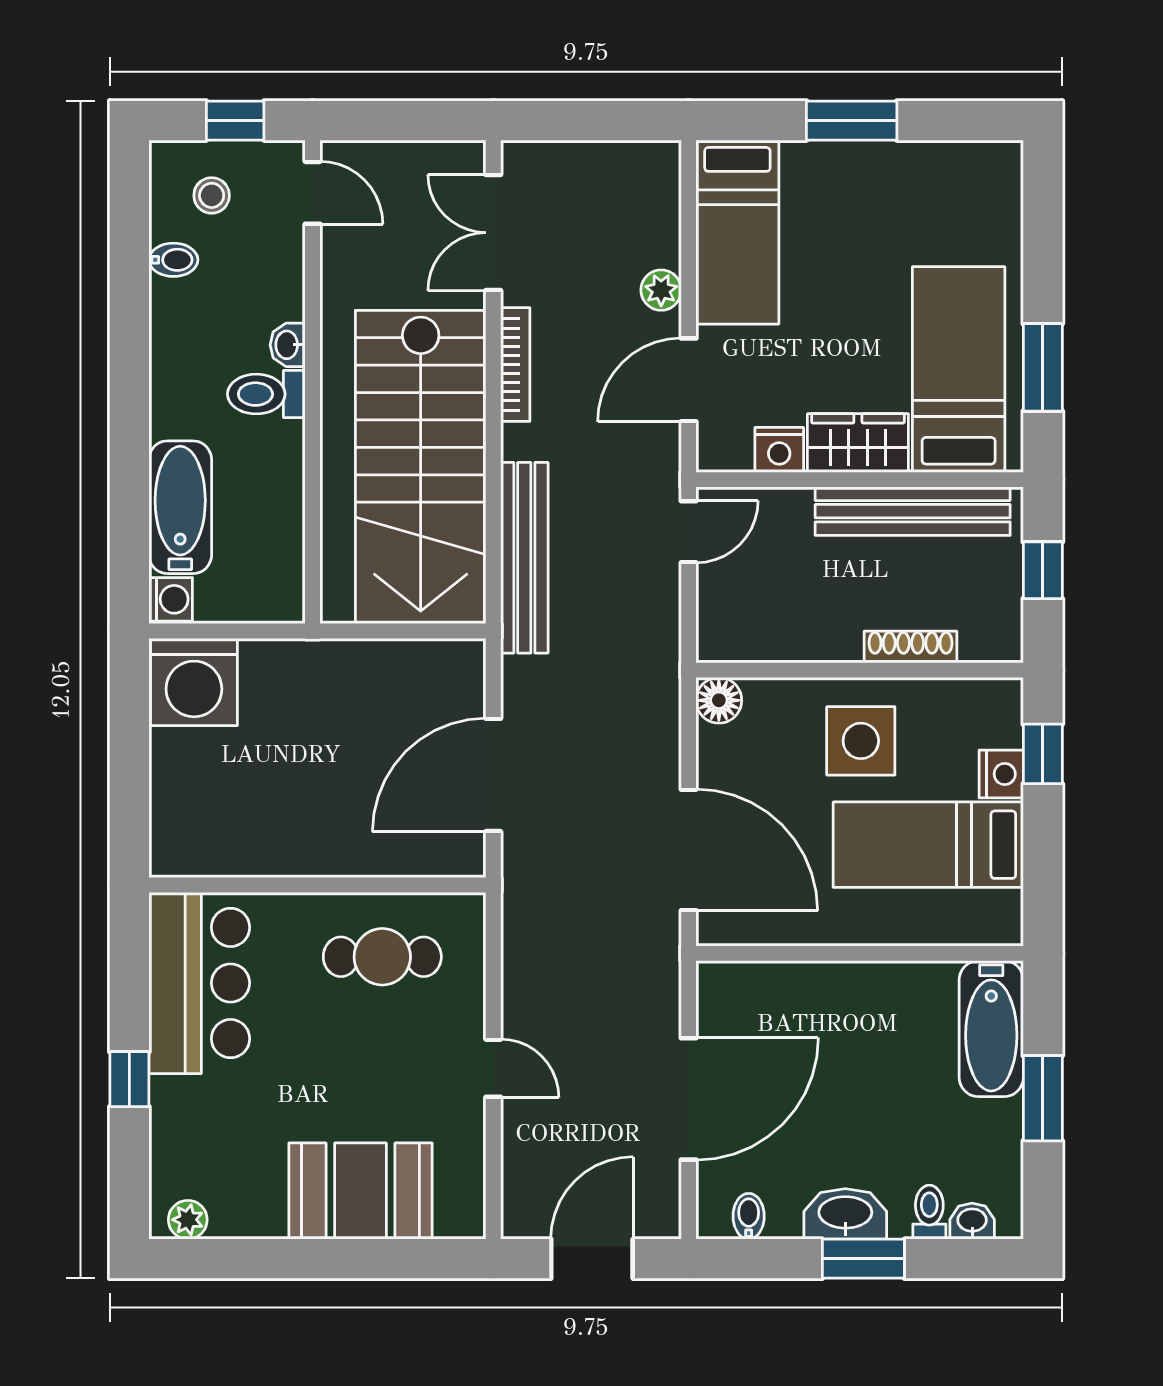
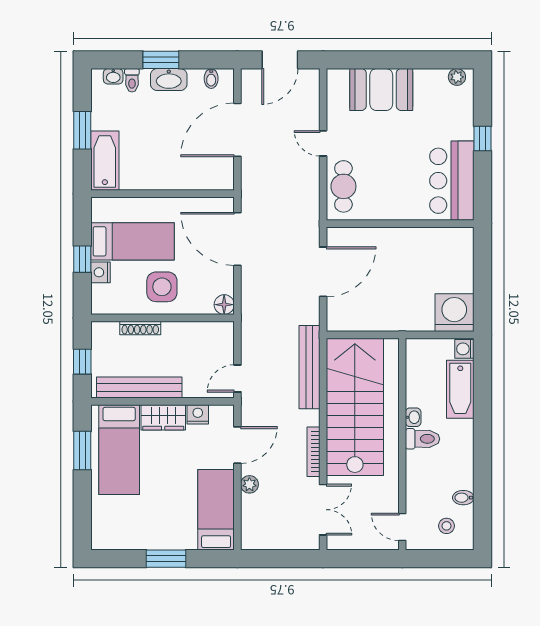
window: (235, 121) -> (436, 559), removed
washbasin: (288, 345) -> (413, 417), moved
window: (1043, 754) -> (82, 259), moved
cafe table: (382, 957) -> (343, 186), moved, turned 90

